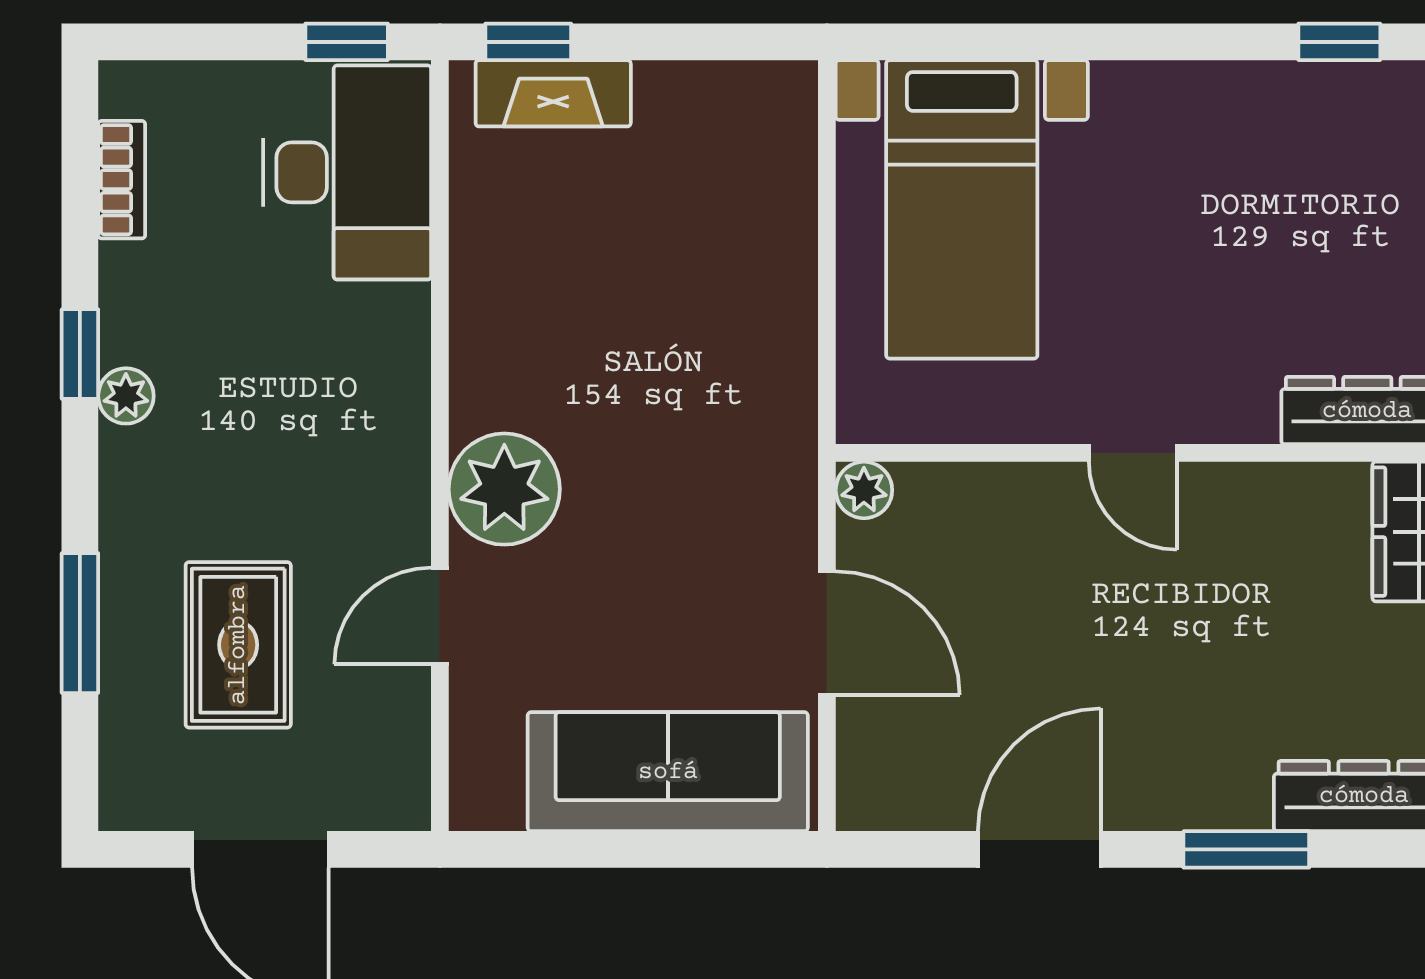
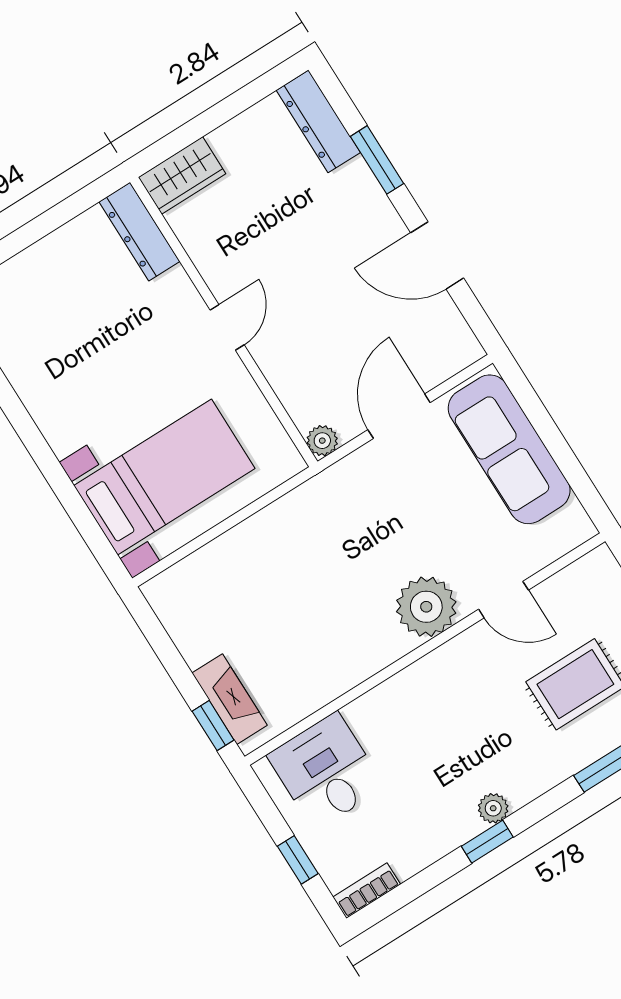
window: (347, 42) -> (298, 860), moved
desk: (347, 172) -> (326, 771), width x0.73
bookcase: (122, 180) -> (367, 891), moved

